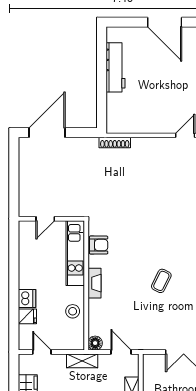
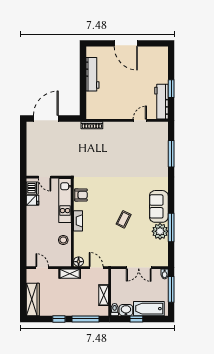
door: (45, 219) -> (45, 177), hinge flipped
dishwasher: (27, 298) -> (32, 188), moved
fridge: (27, 316) -> (32, 200), moved

